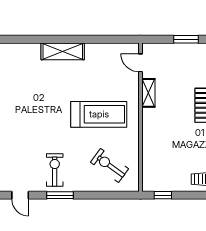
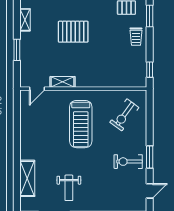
shelving: (63, 51) -> (27, 178), moved
weight bench: (24, 100) -> (69, 188), added
treadmill: (99, 114) -> (81, 124), turned 180

